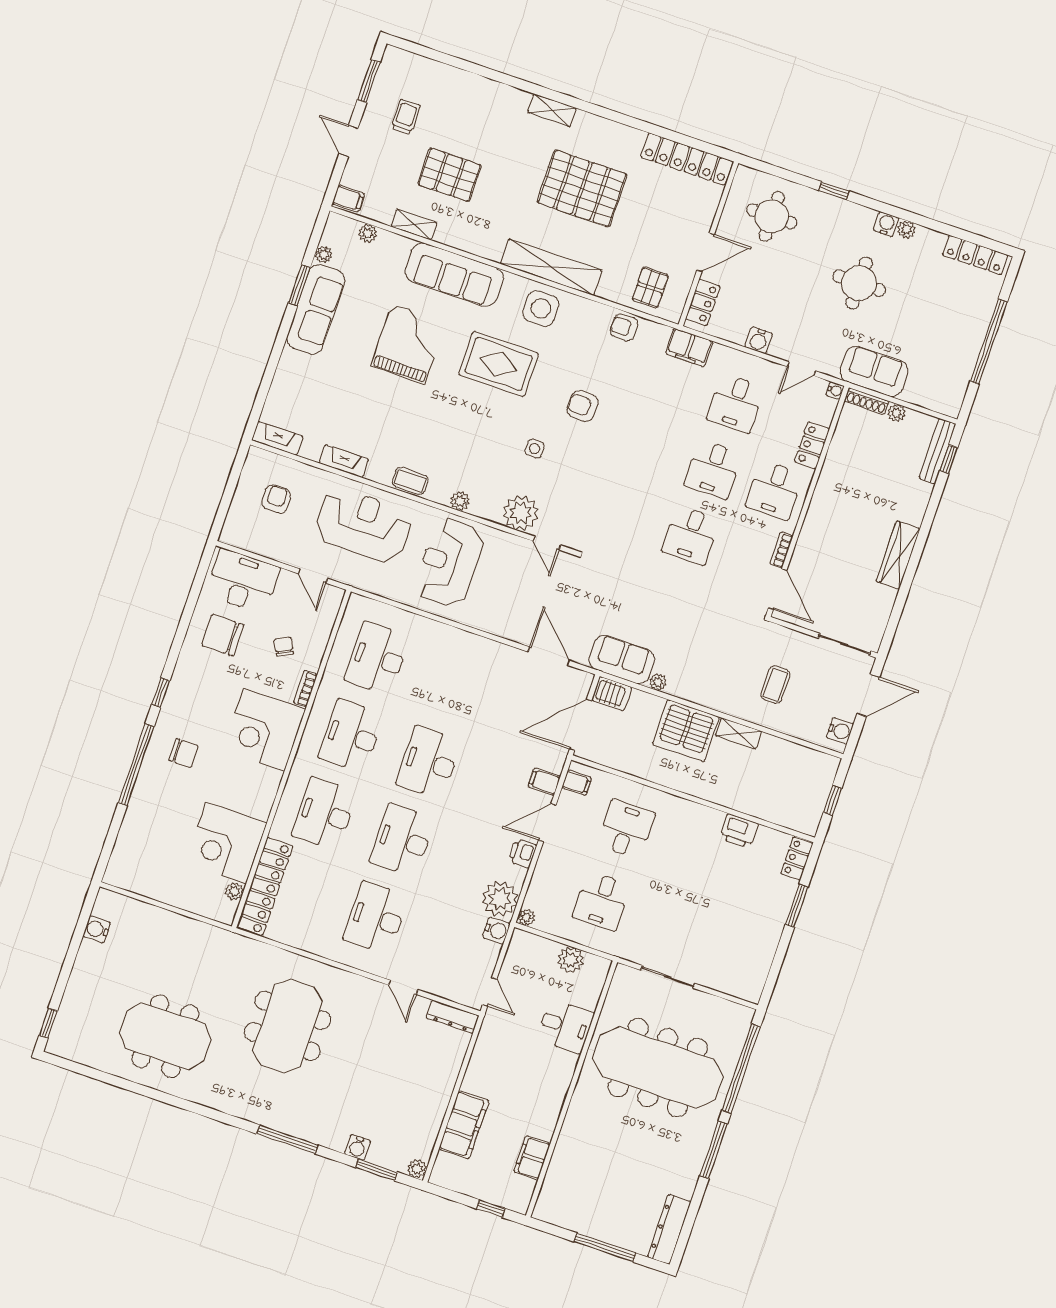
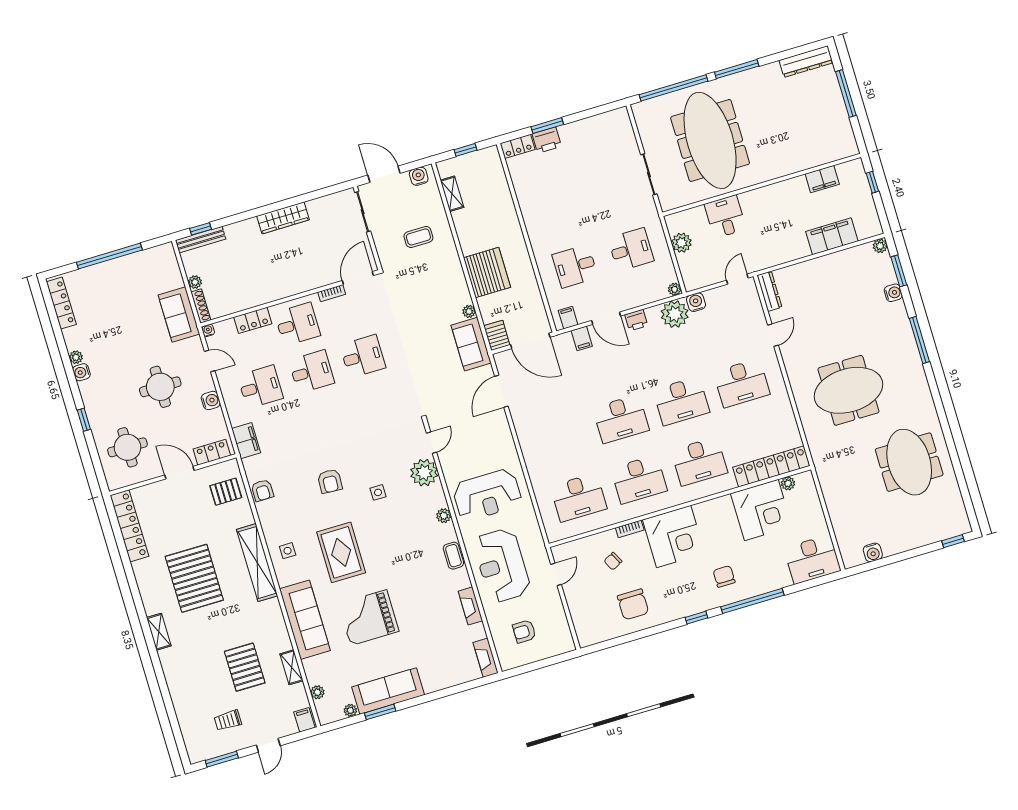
round table: (859, 283) -> (160, 387), moved
side table: (541, 308) -> (288, 551), width x0.54, depth x0.54
desk: (243, 581) -> (812, 559), moved, turned -90
shelving: (738, 733) -> (452, 194), moved
printer: (739, 831) -> (547, 140), moved, turned 90

